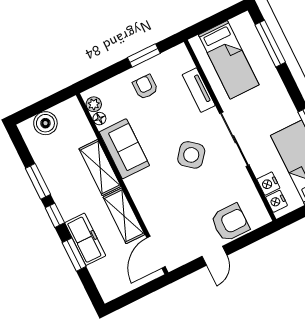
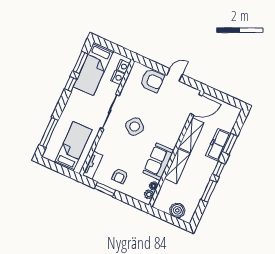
tv unit: (199, 90) -> (93, 165), moved
armchair: (230, 223) -> (152, 81), turned 180

